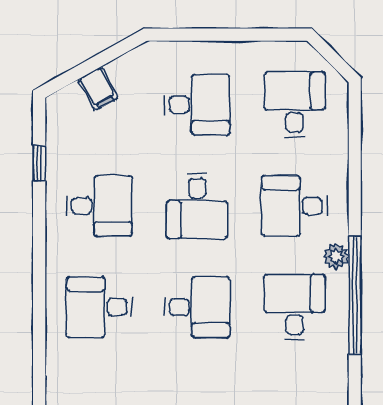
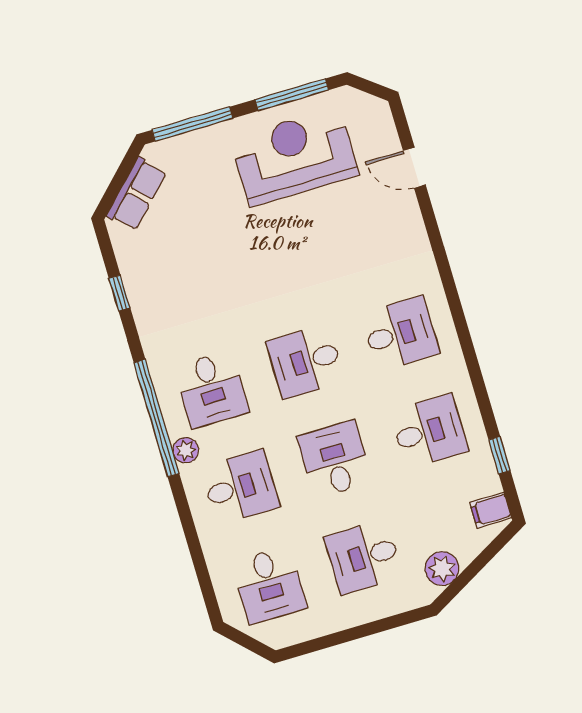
plant: (126, 72) -> (442, 569), added
filing cabinet: (98, 89) -> (491, 510), moved, turned -61
desk: (99, 206) -> (429, 431), turned 180

